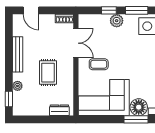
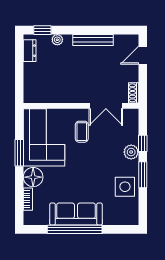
rug: (48, 73) -> (72, 74), removed
dresser: (59, 110) -> (30, 51), moved
window: (136, 119) -> (19, 153), moved

